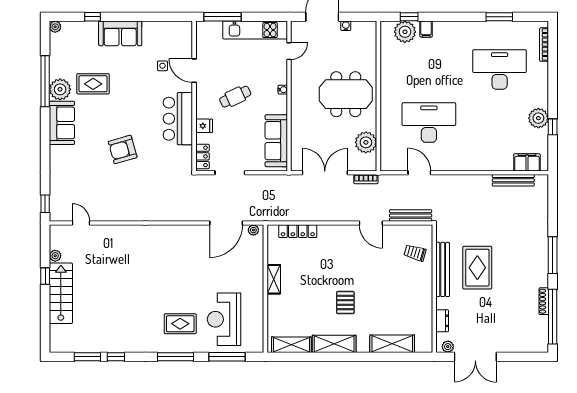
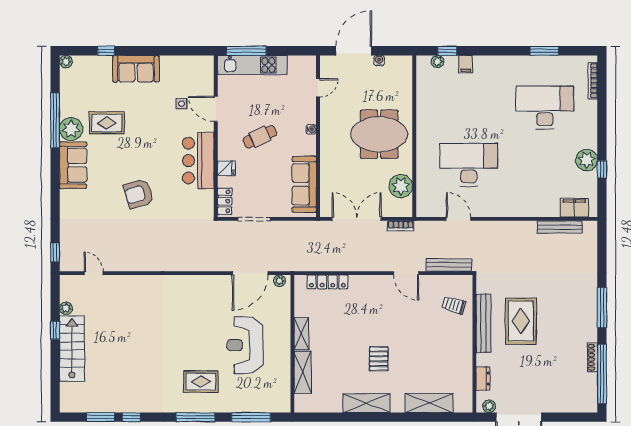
kitchen unit: (255, 30) -> (252, 65), moved
plant: (405, 32) -> (437, 61), width x0.53, depth x0.53
reception desk: (224, 319) -> (245, 345), moved
shelving: (291, 345) -> (303, 372), moved, turned 90

